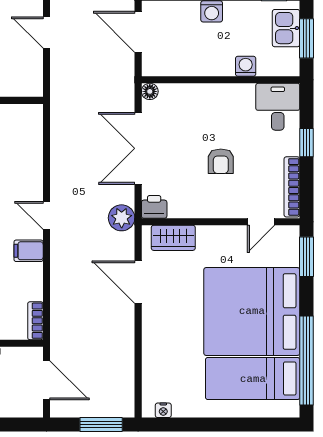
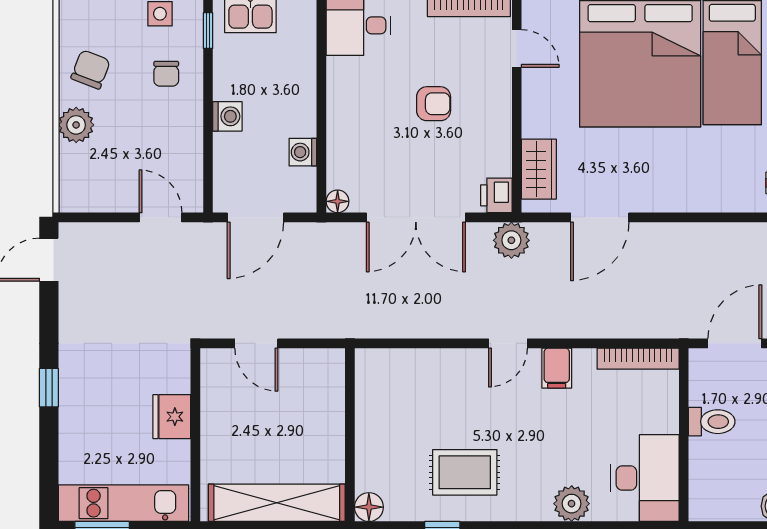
door: (46, 32) -> (256, 343), hinge flipped
washing machine: (246, 66) -> (303, 152), moved
bookcase: (35, 321) -> (638, 359), width x1.56

